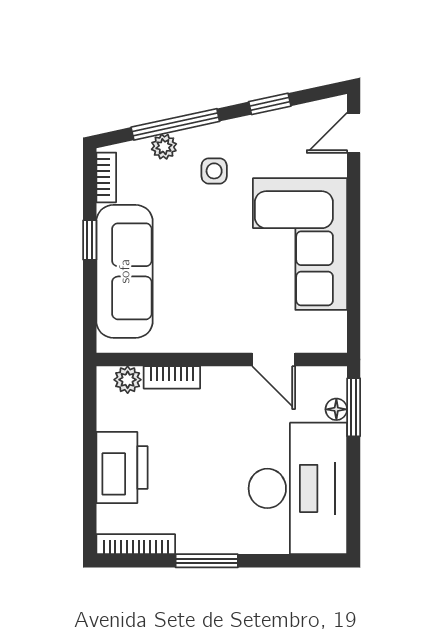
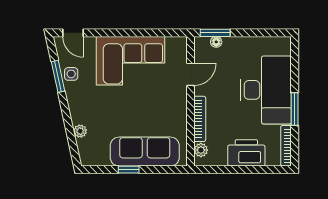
window: (270, 104) -> (58, 76), width x1.50
window: (175, 124) -> (69, 125), removed
side table: (214, 171) -> (71, 74), moved
bookcase: (106, 177) -> (96, 161), removed
bookcase: (172, 377) -> (200, 119), width x1.56
desk: (298, 488) -> (266, 90), moved, turned 90

